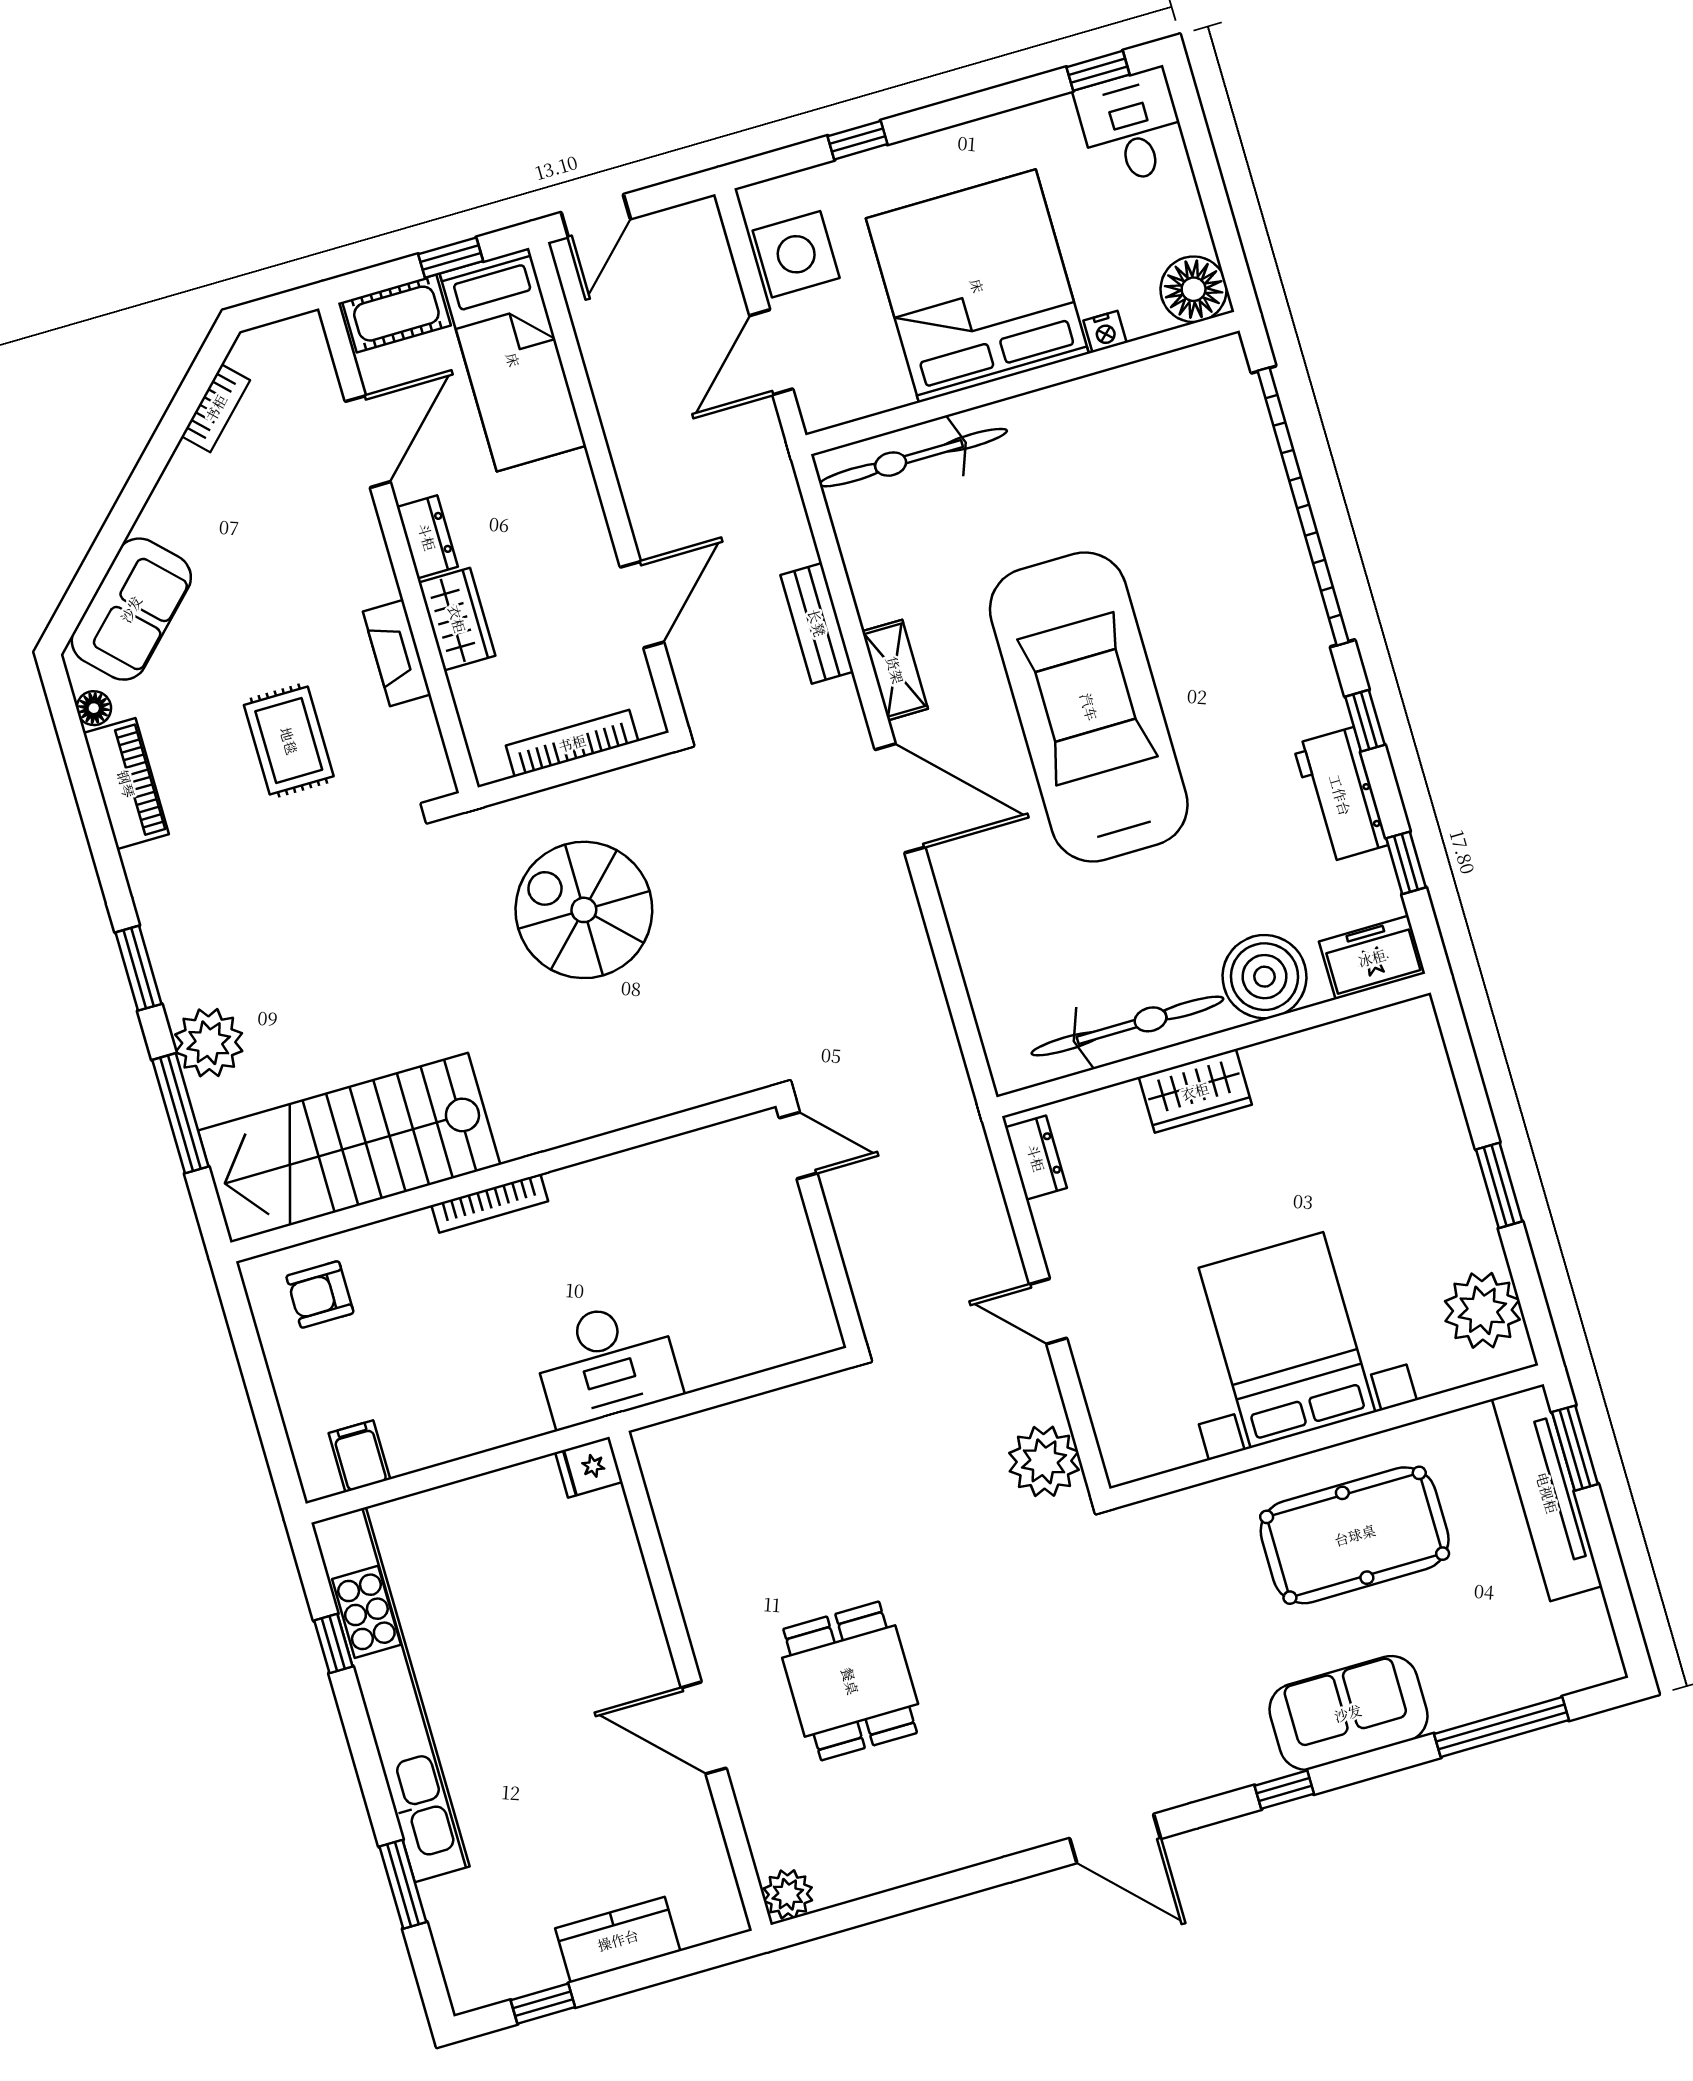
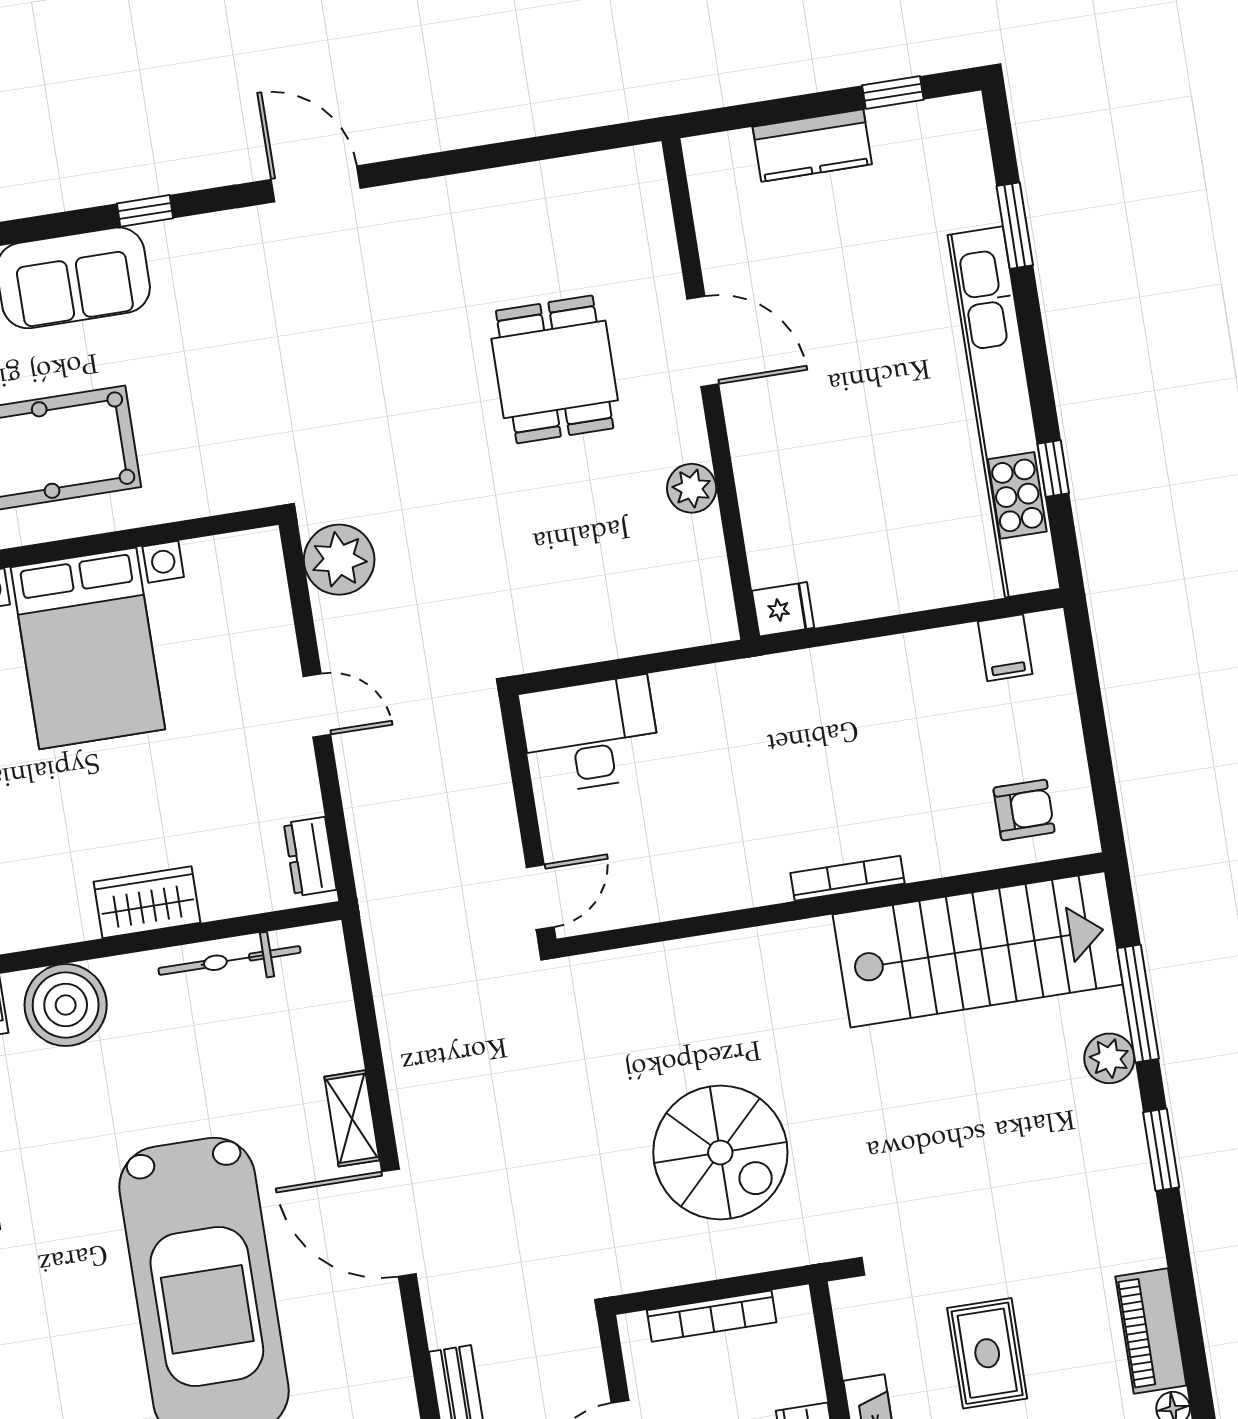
shelving: (895, 670) -> (352, 1118), moved
bicycle: (1127, 1026) -> (230, 960), width x0.73, depth x0.71
plant: (209, 1043) -> (1109, 1058), width x0.73, depth x0.73
door: (798, 1146) -> (540, 897), swing flipped
desk: (606, 1363) -> (590, 735), moved
plant: (788, 1894) -> (692, 488), moved

